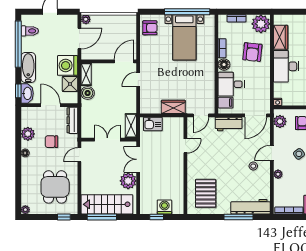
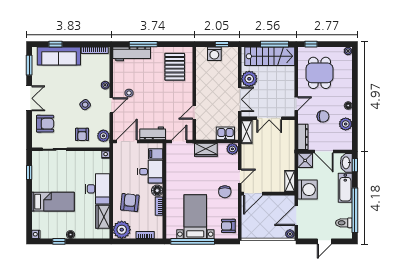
chair: (154, 63) -> (225, 192), added
shower: (70, 84) -> (305, 160), moved
boiler: (88, 93) -> (288, 163), removed
plant: (146, 108) -> (232, 149), added

